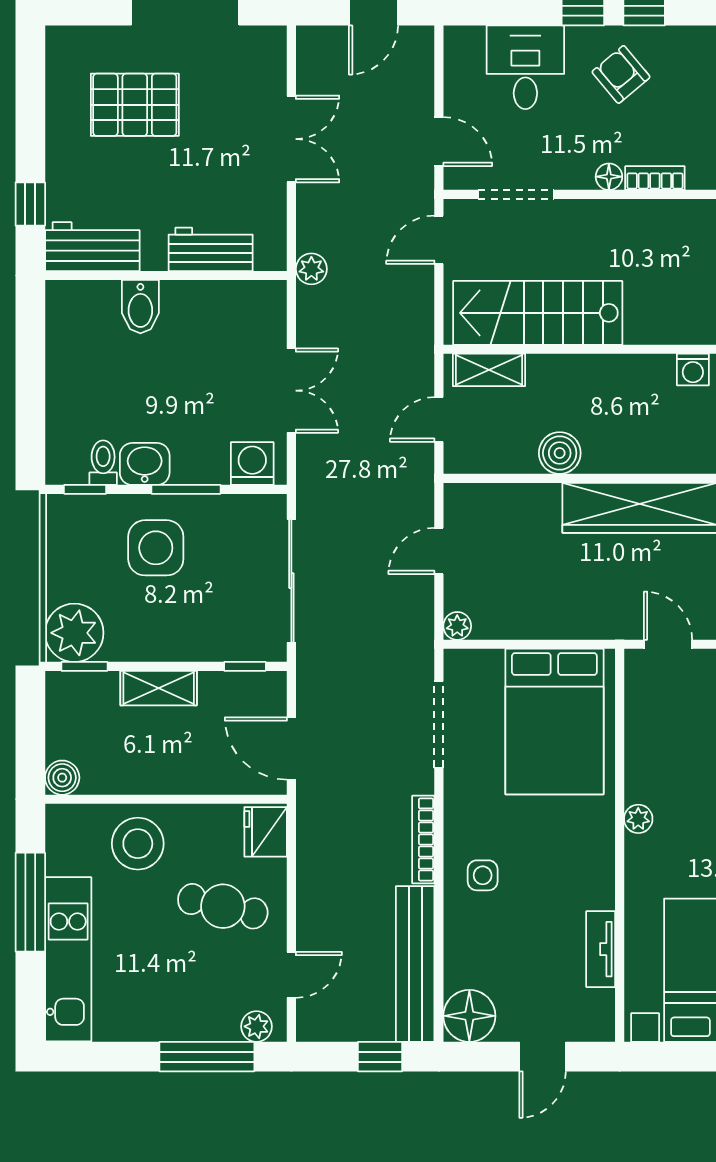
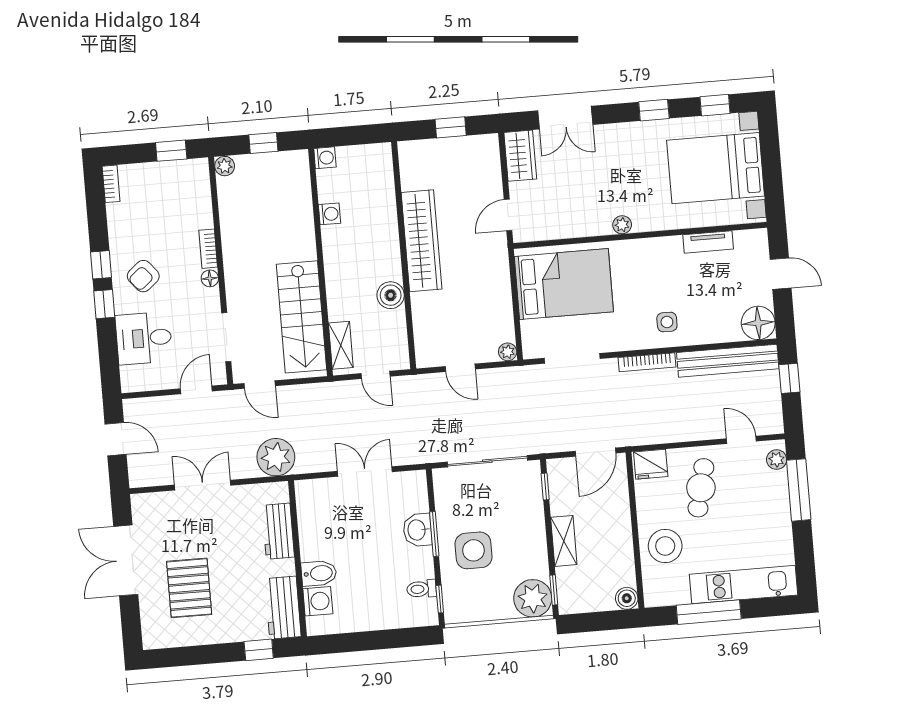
plant: (311, 269) -> (276, 457), width x1.87, depth x1.87
washbasin: (145, 464) -> (417, 530), moved
washing machine: (252, 464) -> (318, 601), moved, turned 180

